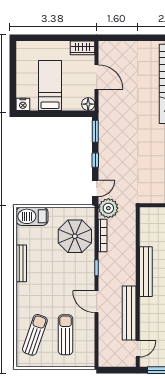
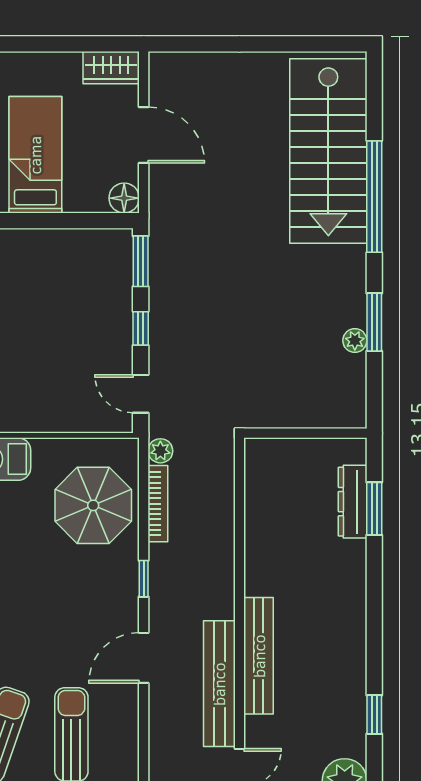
door: (95, 188) -> (141, 394), swing flipped
plant: (108, 208) -> (160, 451), width x0.53, depth x0.53
bench: (146, 272) -> (259, 656), moved
door: (97, 302) -> (144, 658), hinge flipped

